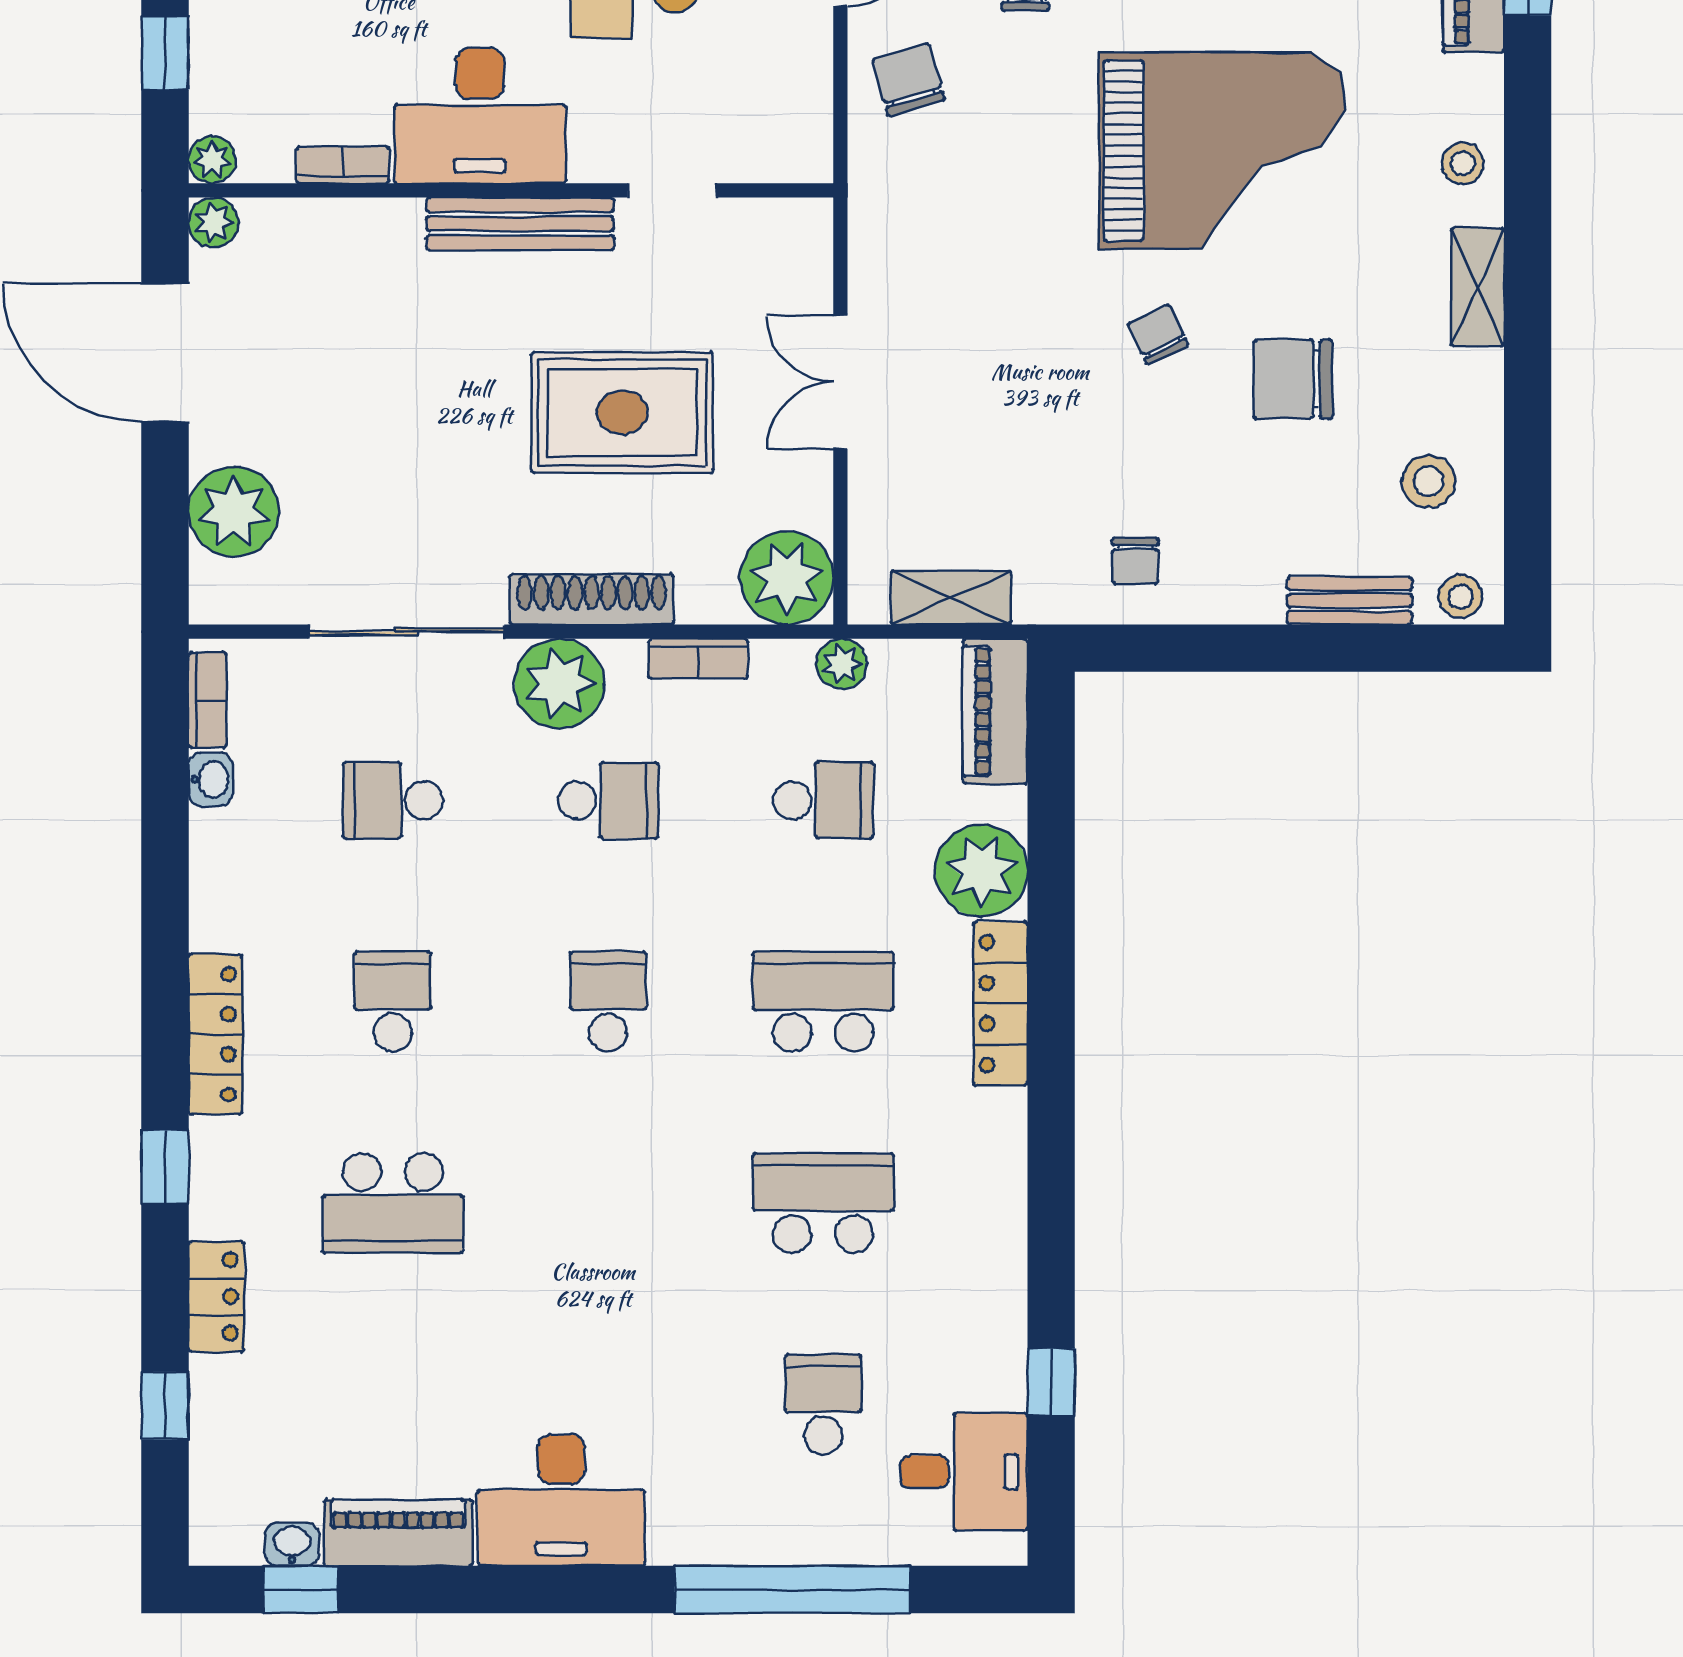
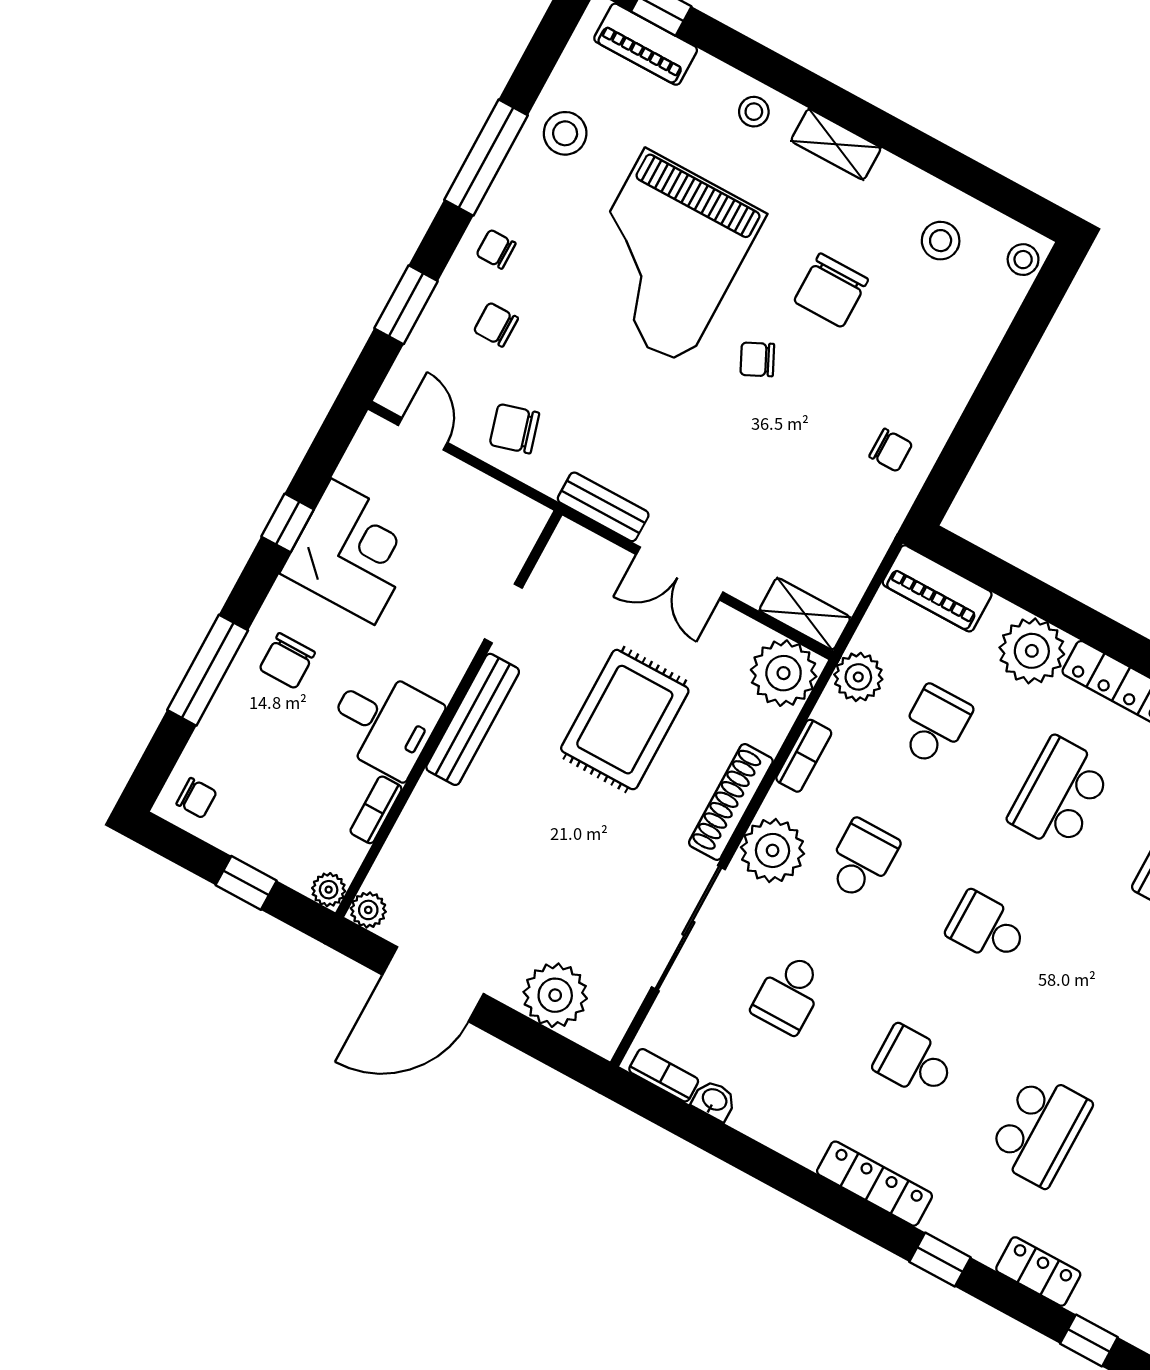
desk: (480, 116) -> (384, 722), width x0.73
grand piano: (1222, 151) -> (665, 257), turned 180
shelving: (951, 598) -> (805, 614), moved, turned 90
bench: (1350, 601) -> (603, 507), moved, turned 90
plant: (842, 664) -> (858, 677), width x1.38, depth x1.38

